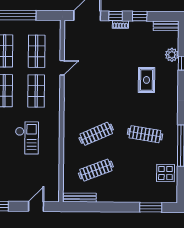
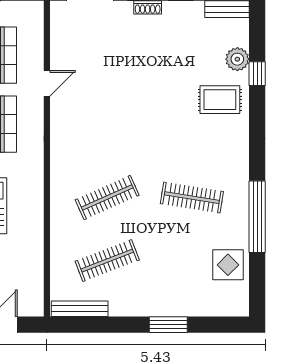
rug: (146, 80) -> (220, 100), moved, turned 90
window: (151, 207) -> (168, 325), moved

